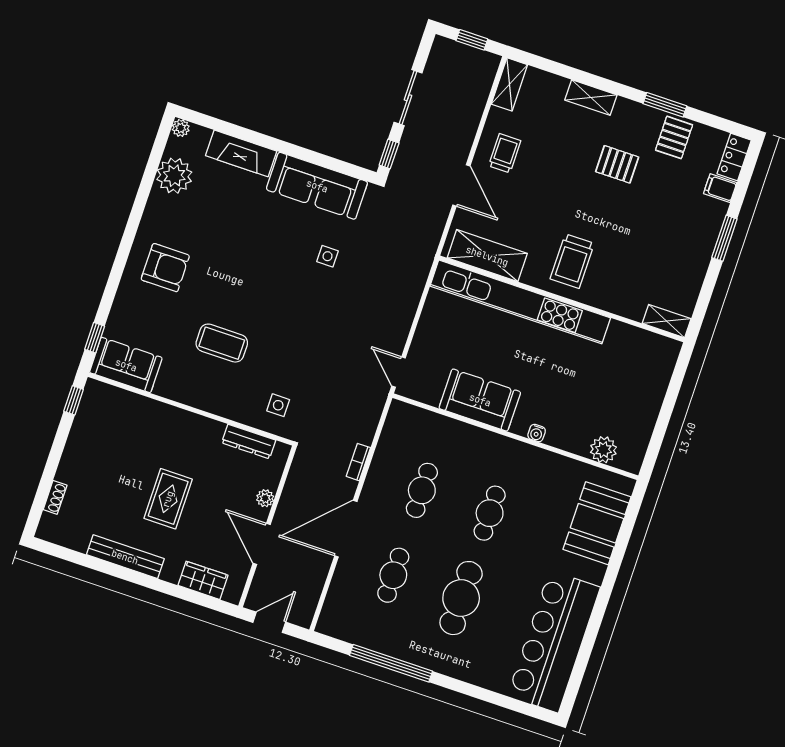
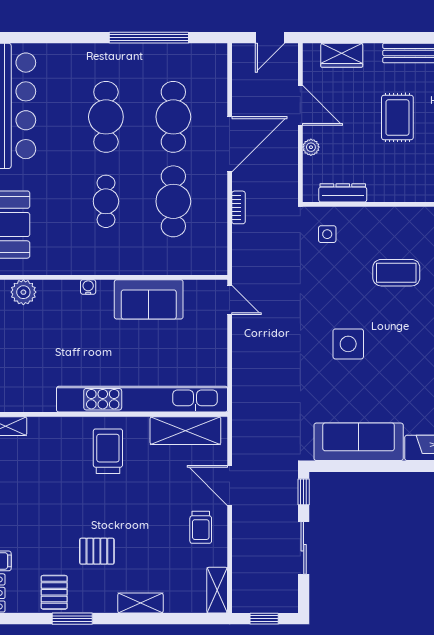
side table: (328, 256) -> (348, 344), moved, width x1.87, depth x1.87
cafe table: (422, 490) -> (173, 201), width x1.37, depth x1.35
cafe table: (393, 575) -> (173, 117), width x1.37, depth x1.35

